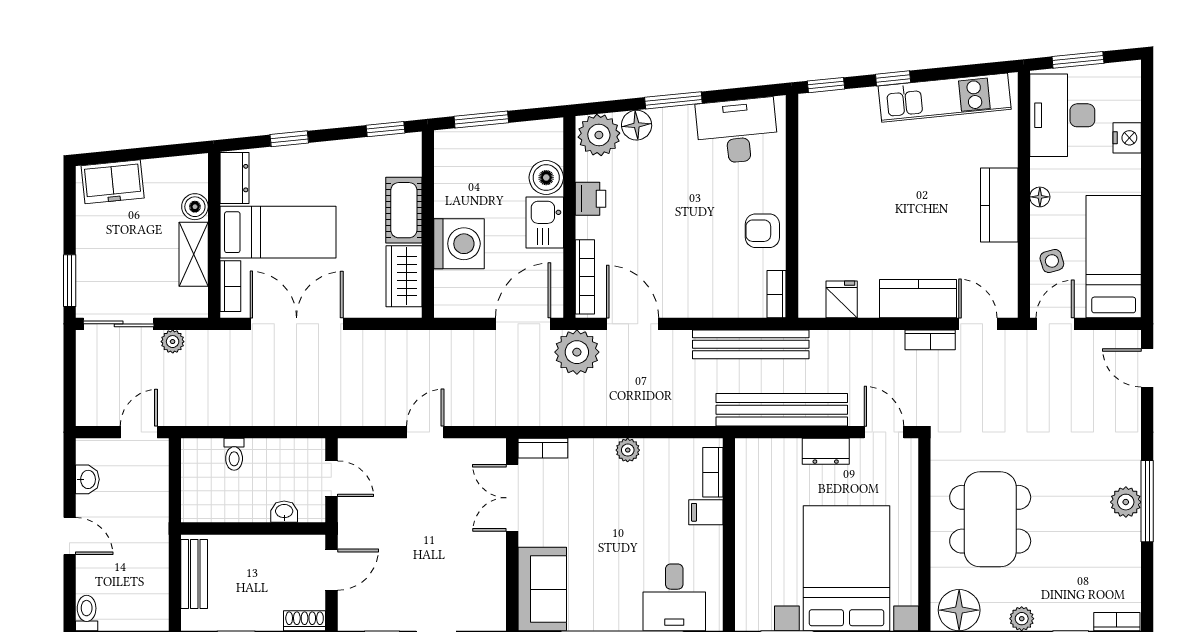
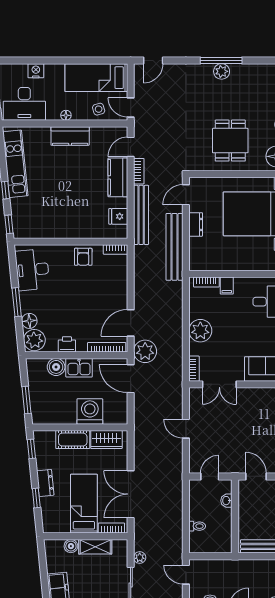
dresser: (235, 178) -> (45, 483), moved, turned 84
bench: (751, 344) -> (141, 215), moved
plant: (628, 450) -> (200, 331), width x1.87, depth x1.87
dining table: (990, 519) -> (230, 141), width x0.73

